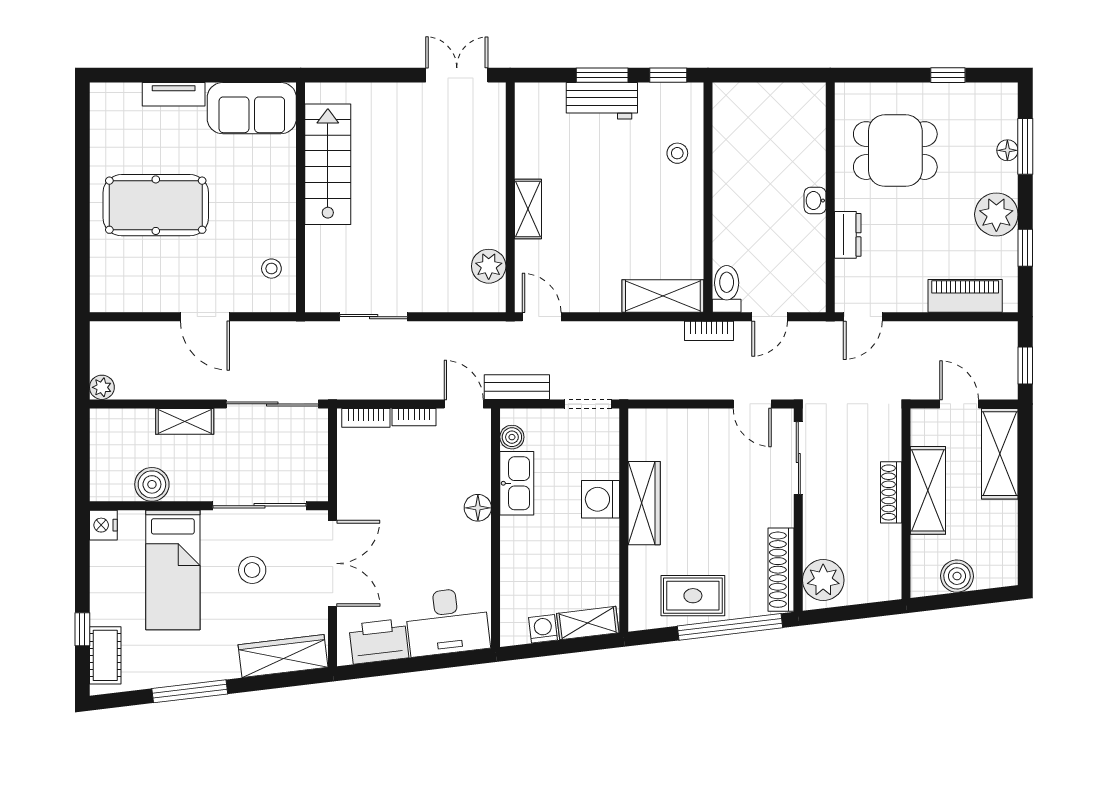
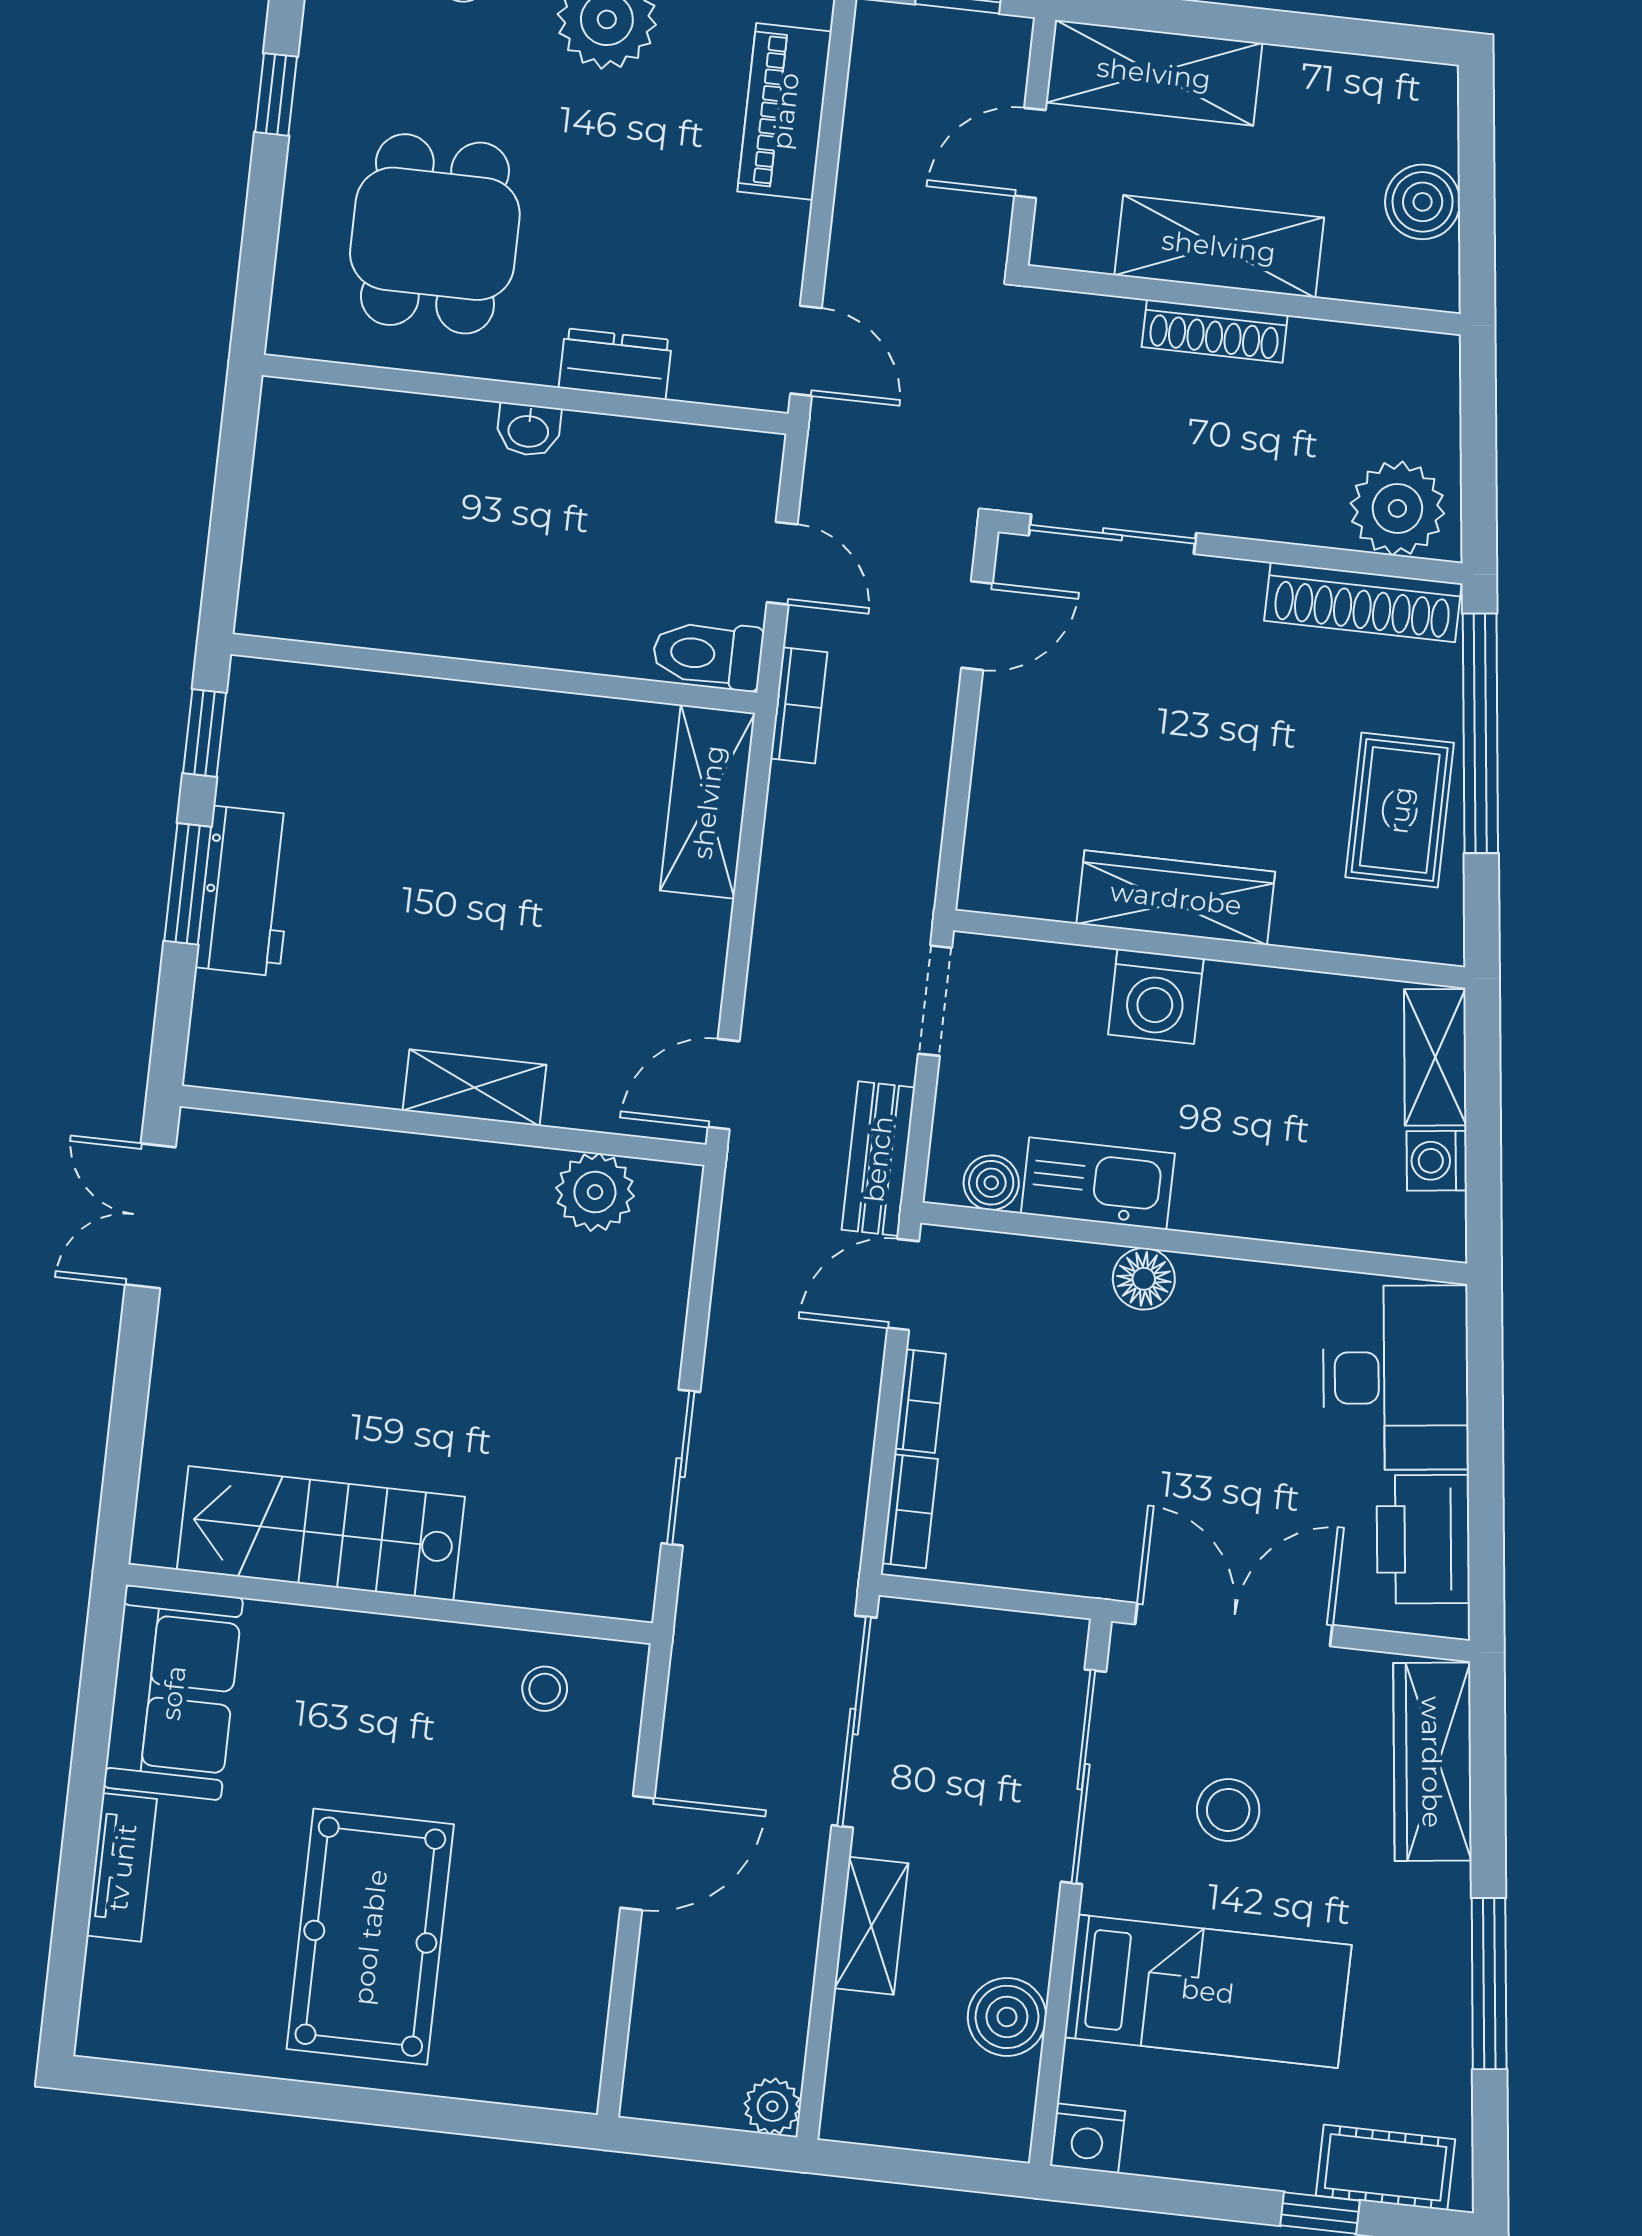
stool: (677, 153) -> (385, 732), removed

